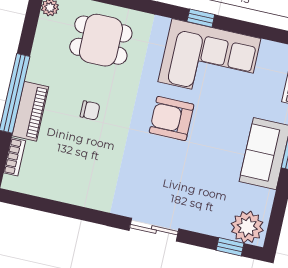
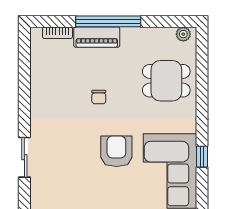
dining table: (101, 40) -> (166, 81), turned 90
chair: (90, 110) -> (99, 97), moved

